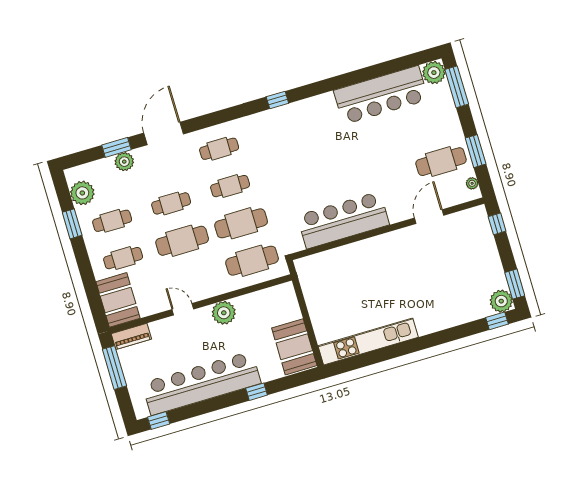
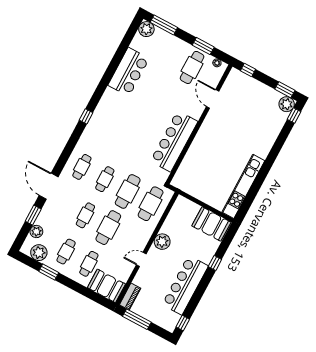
bar counter: (381, 95) -> (129, 72), width x0.73
plant: (124, 162) -> (36, 232), moved
bar counter: (201, 383) -> (185, 285), width x0.73

